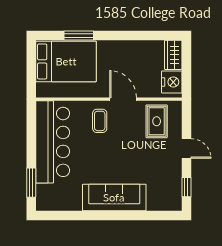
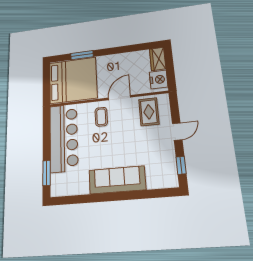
bed: (66, 61) -> (73, 80), width x1.36
door: (123, 99) -> (119, 98), hinge flipped
door: (186, 148) -> (177, 132), hinge flipped

